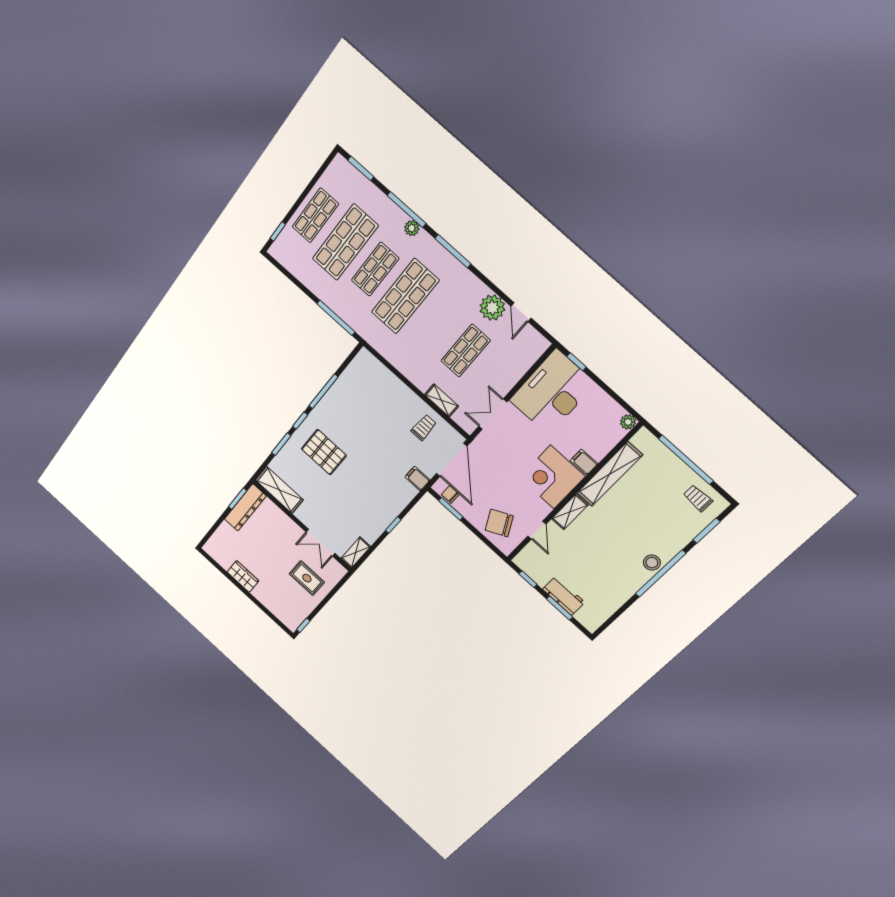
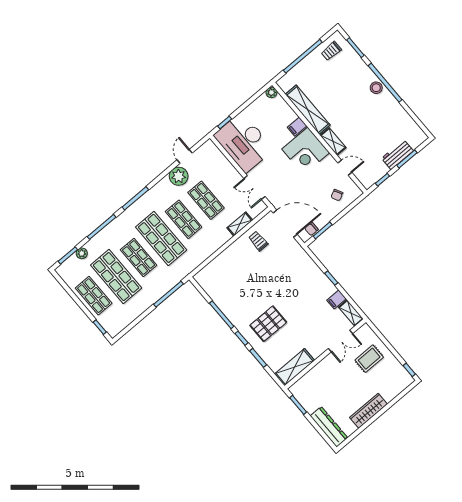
plant: (412, 228) -> (82, 253), moved
door: (521, 312) -> (185, 156), swing flipped
shop shelf: (435, 323) -> (184, 219), added
filing cabinet: (417, 479) -> (336, 299), moved
dresser: (245, 508) -> (329, 427), moved
chair: (499, 523) -> (337, 195), width x0.54, depth x0.54
wardrobe: (243, 576) -> (368, 411), width x1.50

